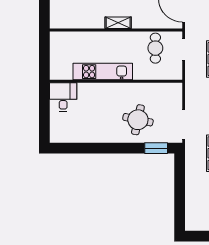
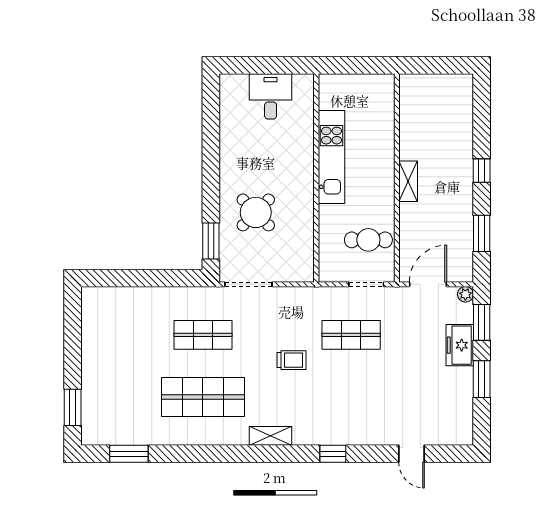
desk: (63, 97) -> (271, 96), moved, turned -90
round table: (138, 120) -> (256, 212), turned 33

